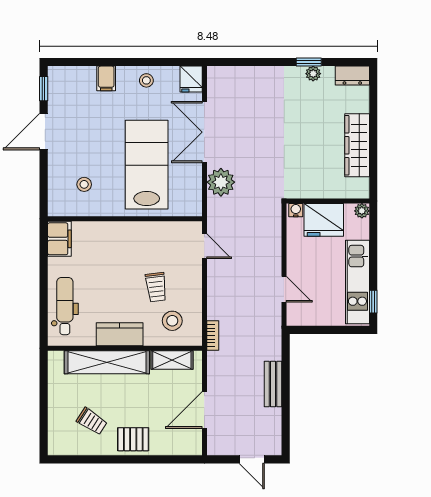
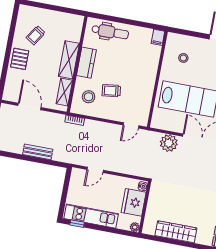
filing cabinet: (59, 239) -> (158, 37), width x0.50
shelving: (107, 362) -> (69, 60), width x0.68

